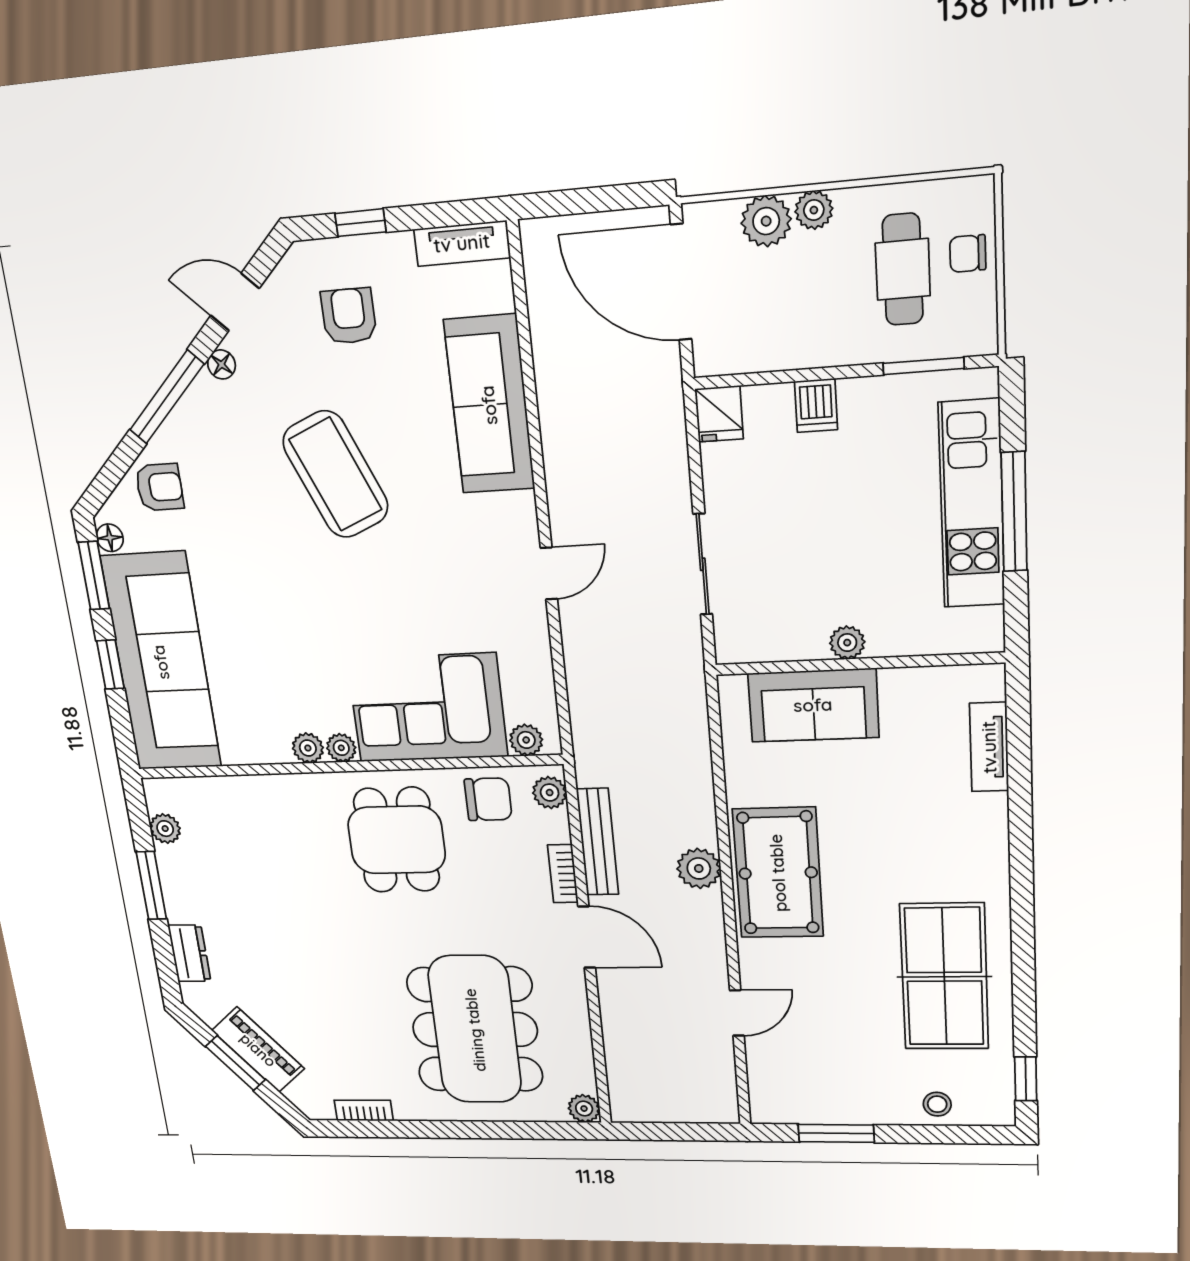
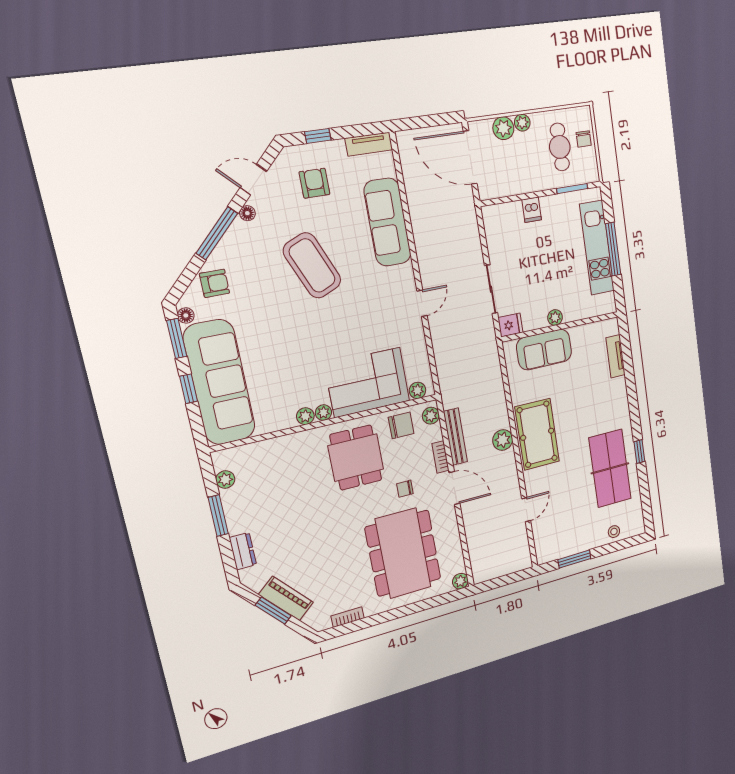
chair: (968, 254) -> (584, 139), turned -90
fridge: (719, 414) -> (510, 325), moved, turned -90
chair: (487, 916) -> (405, 489), added
window: (1026, 1079) -> (639, 452), moved

